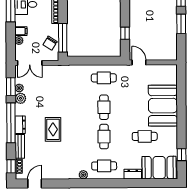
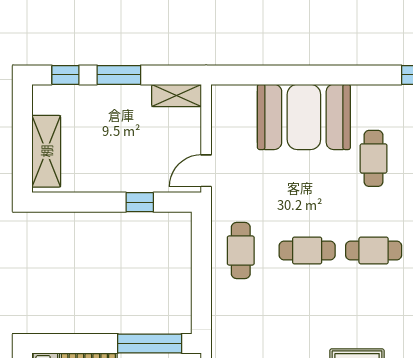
shelving: (172, 49) -> (177, 96), added

